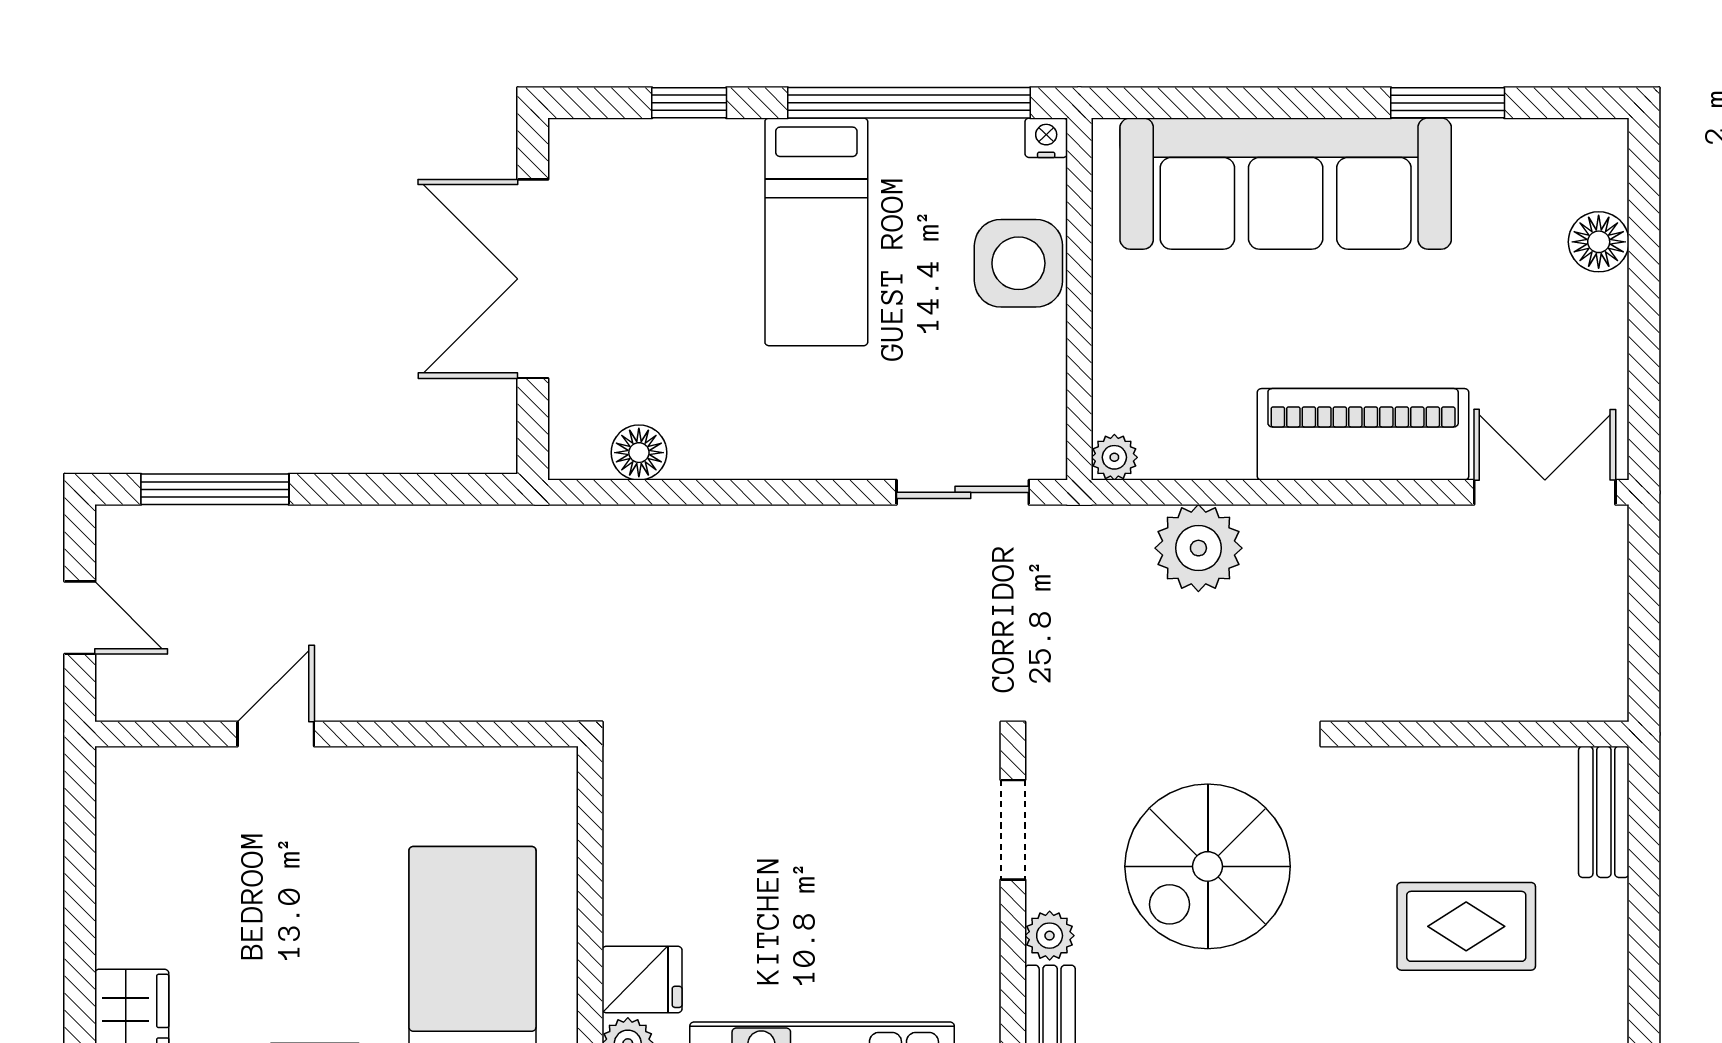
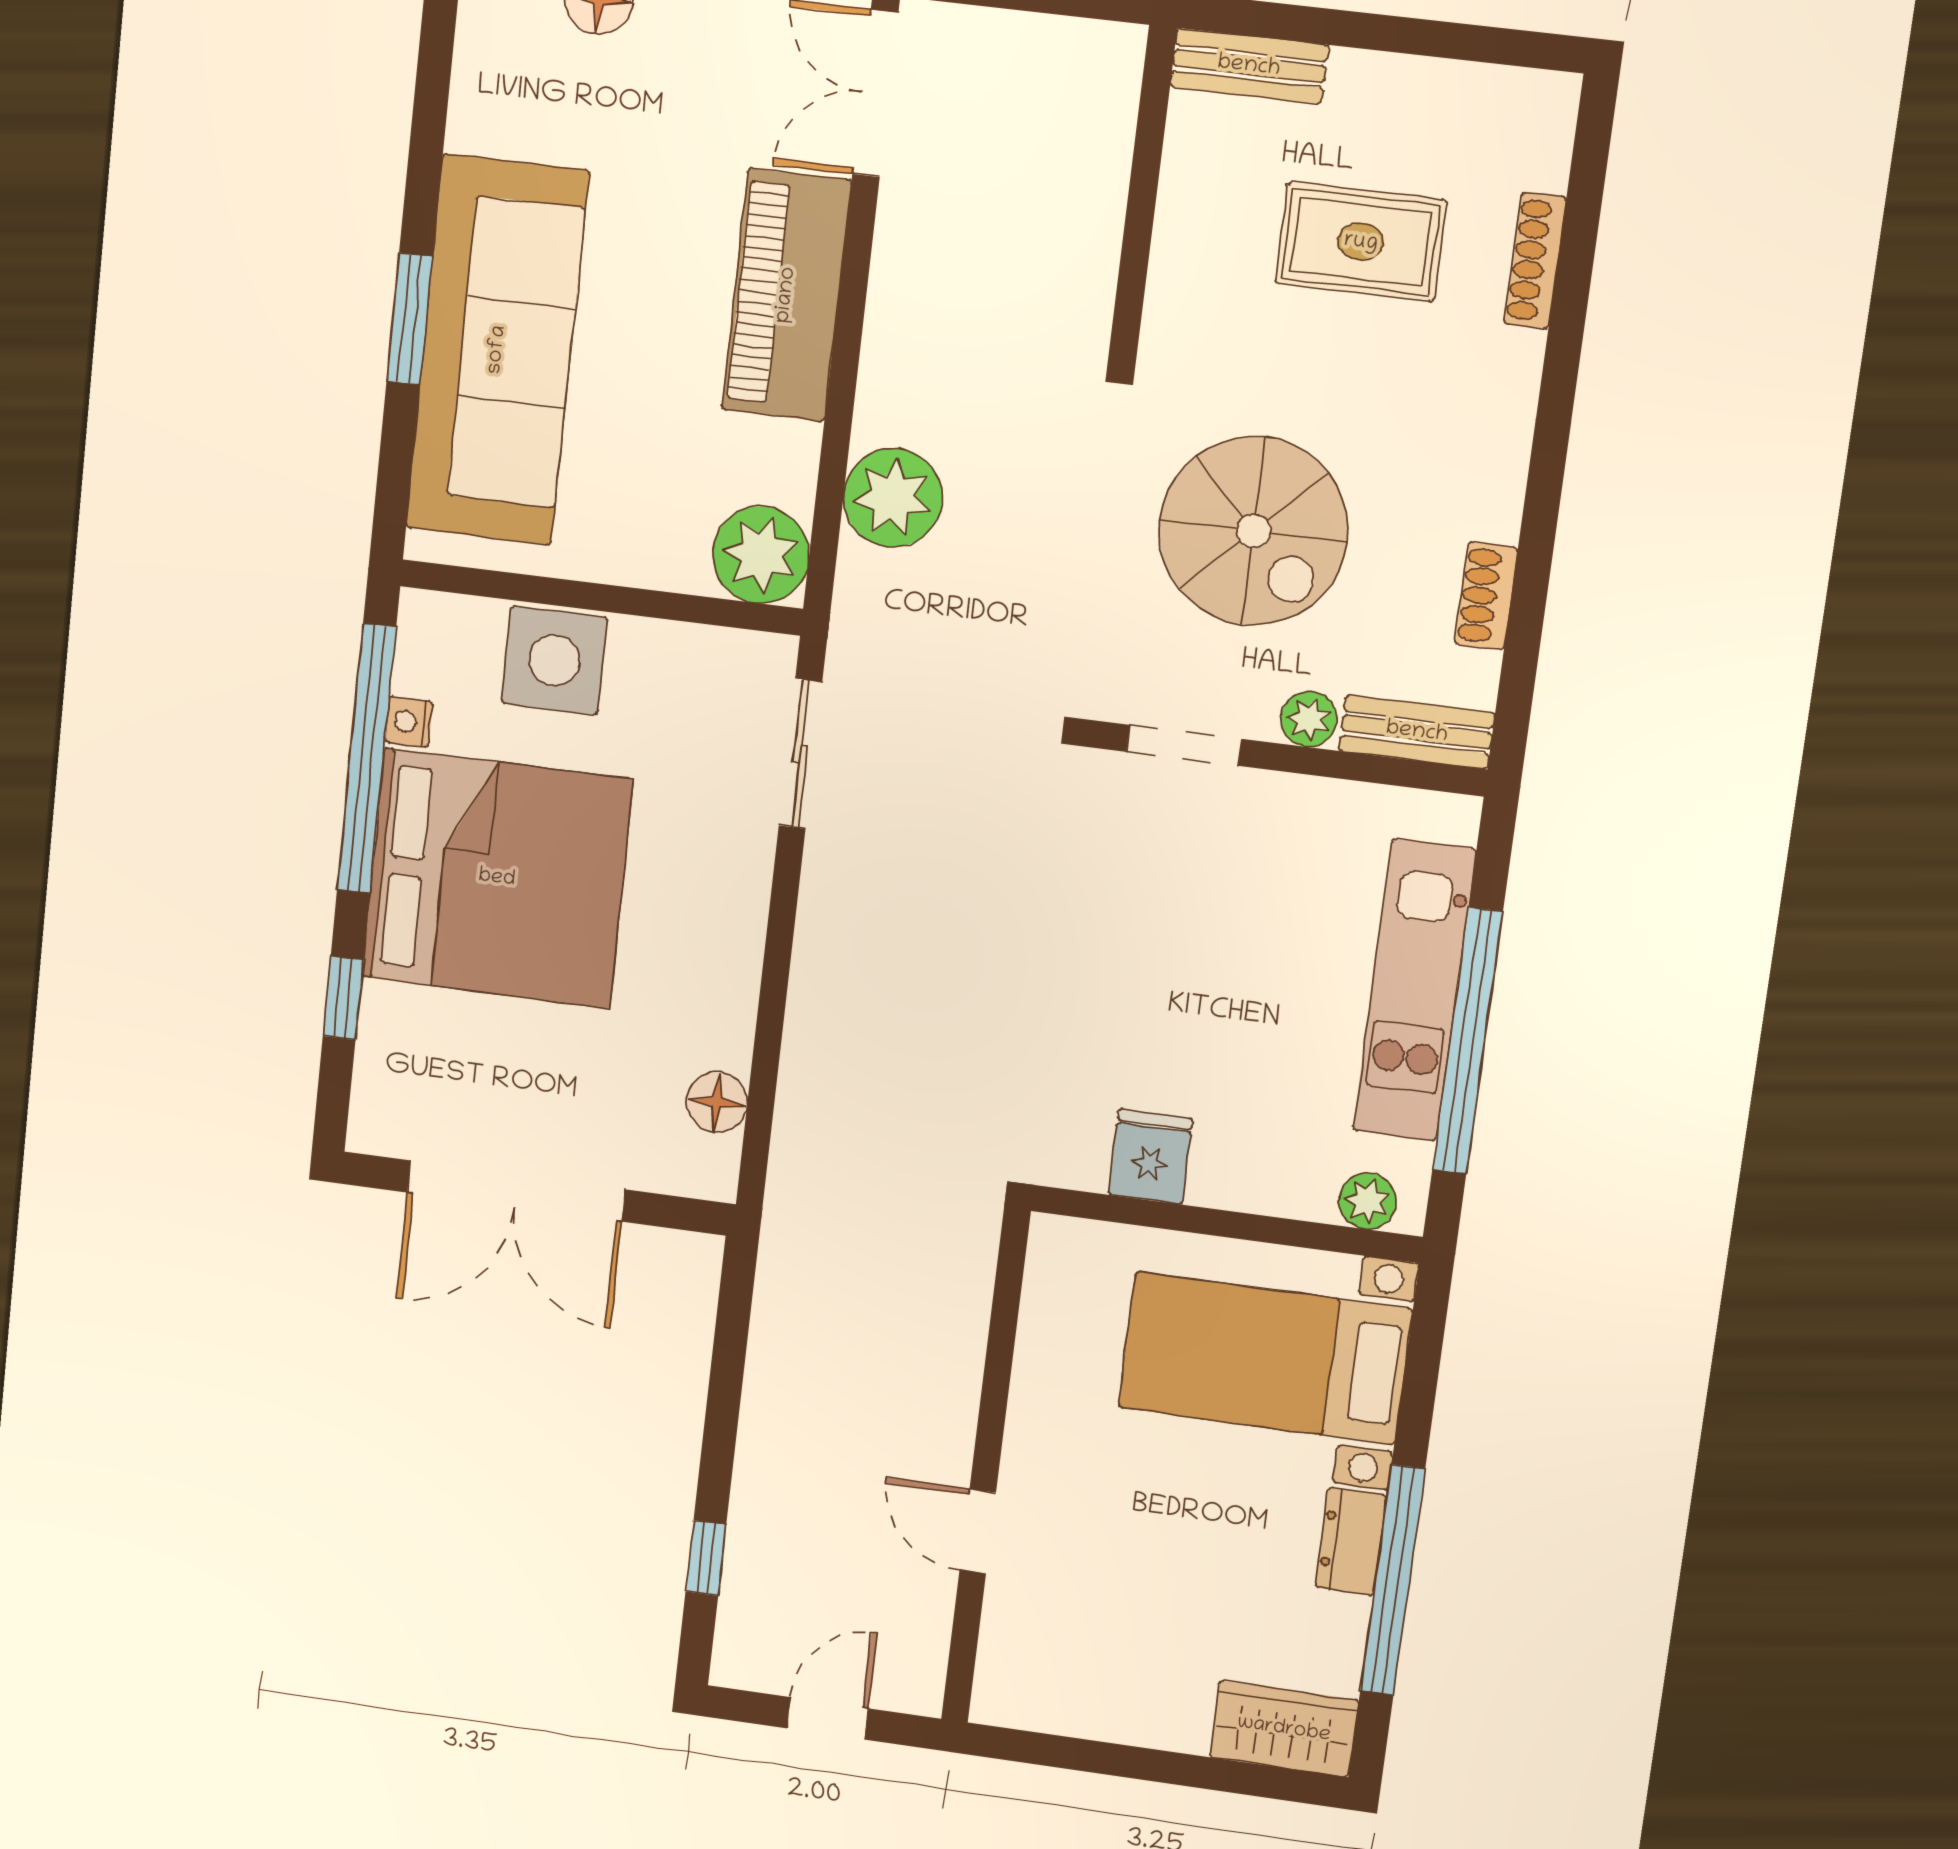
window: (1448, 103) -> (410, 319), moved
nightstand: (1046, 138) -> (409, 722), moved
bed: (816, 232) -> (497, 878), width x2.04
plant: (1114, 457) -> (761, 555), width x1.88, depth x1.88
window: (215, 489) -> (706, 1558), width x0.46
rug: (1466, 926) -> (1361, 242), turned 90
fridge: (642, 979) -> (1150, 1156), moved

